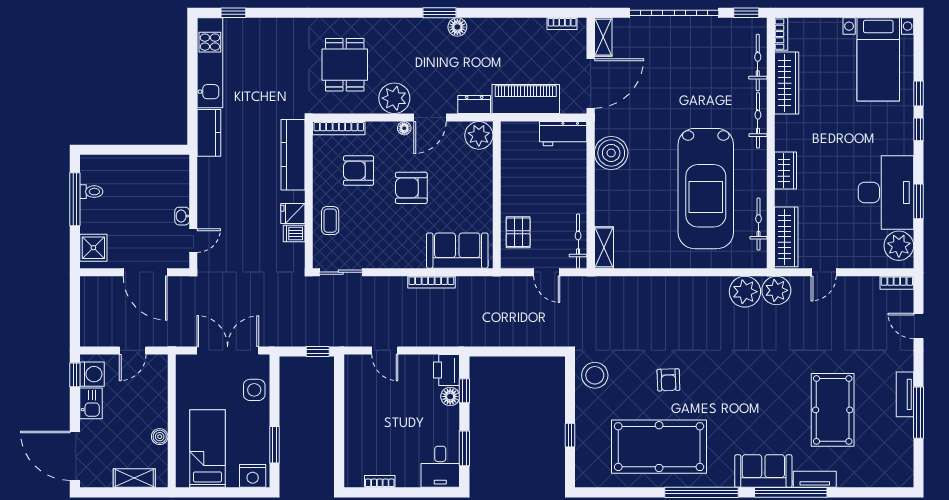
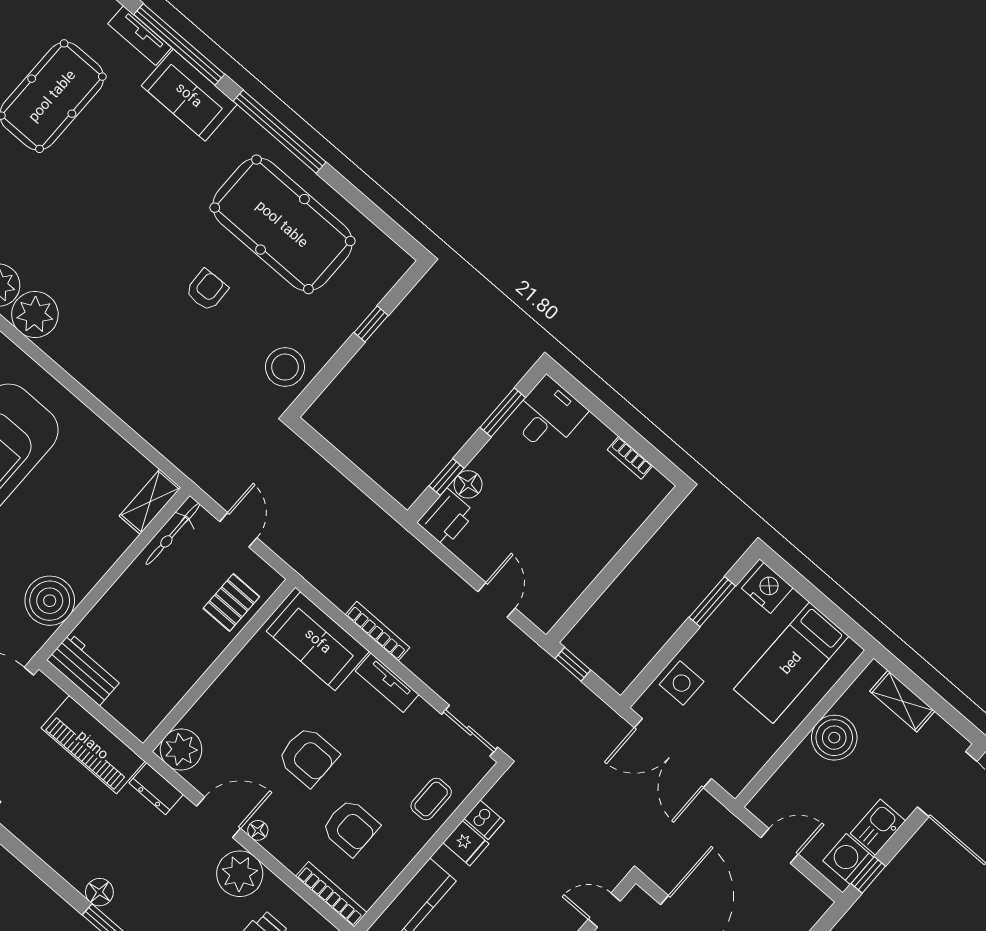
tv unit: (404, 260) -> (387, 683), added
boiler: (160, 437) -> (834, 738), width x1.86, depth x1.86

